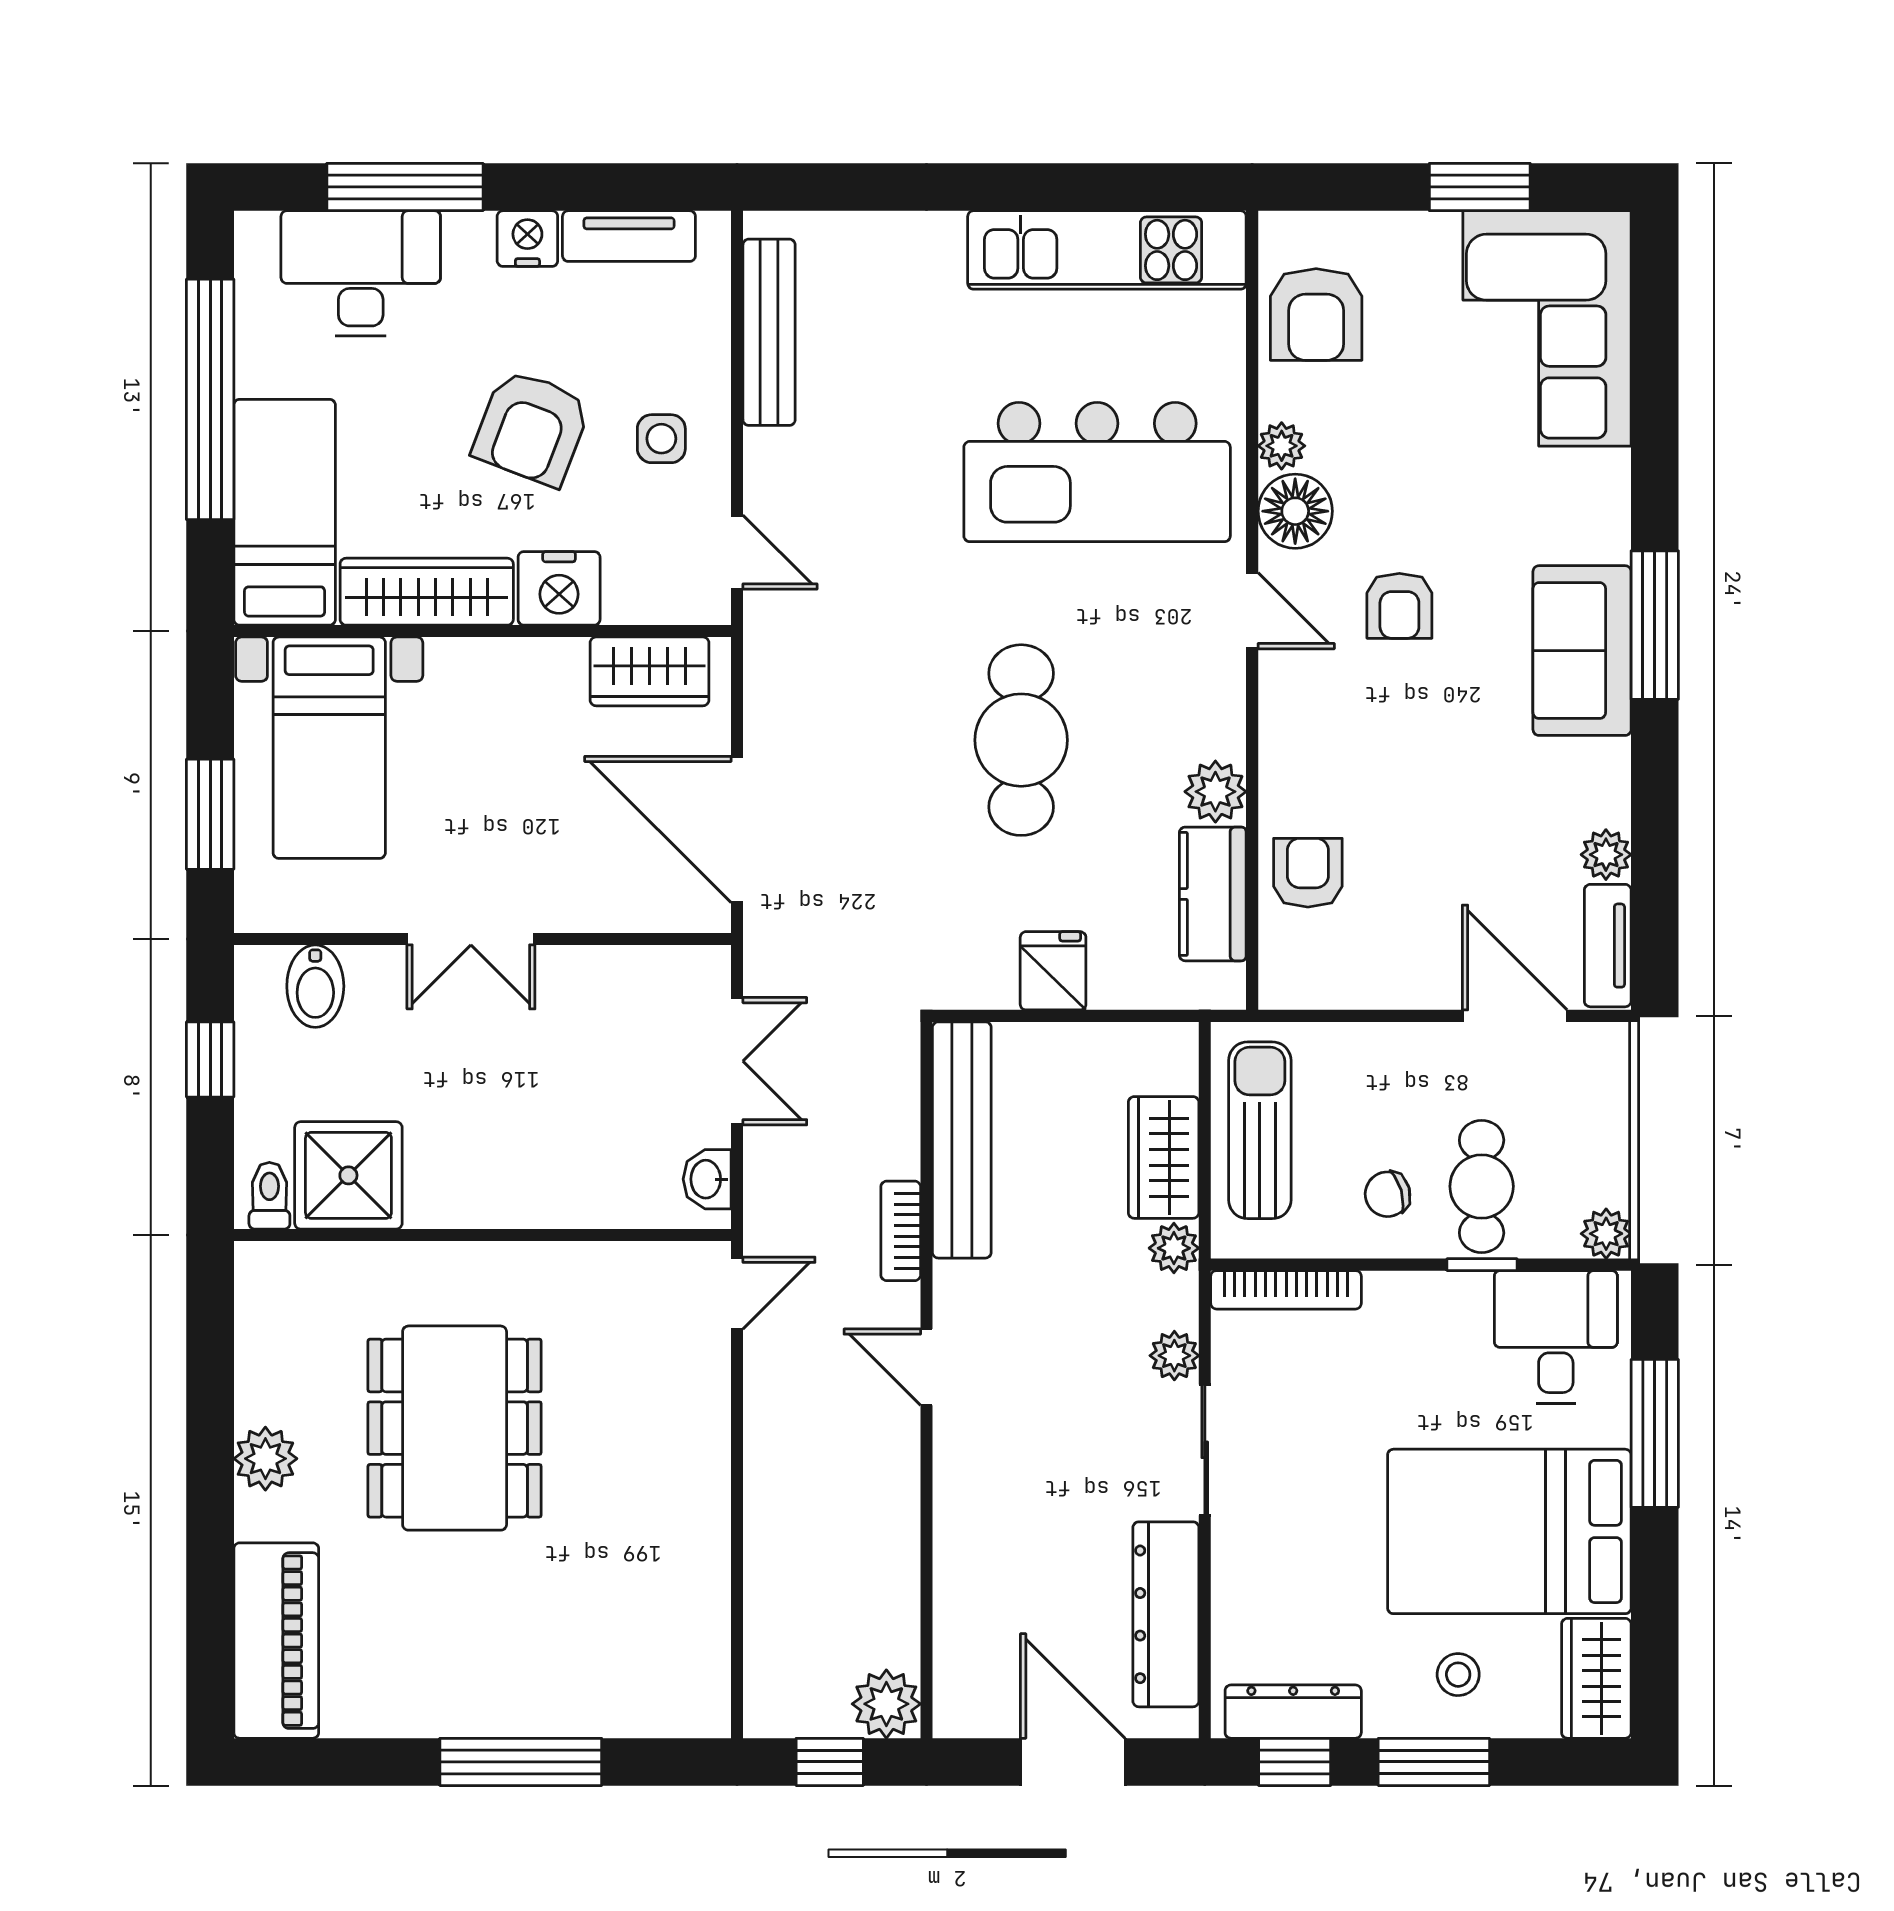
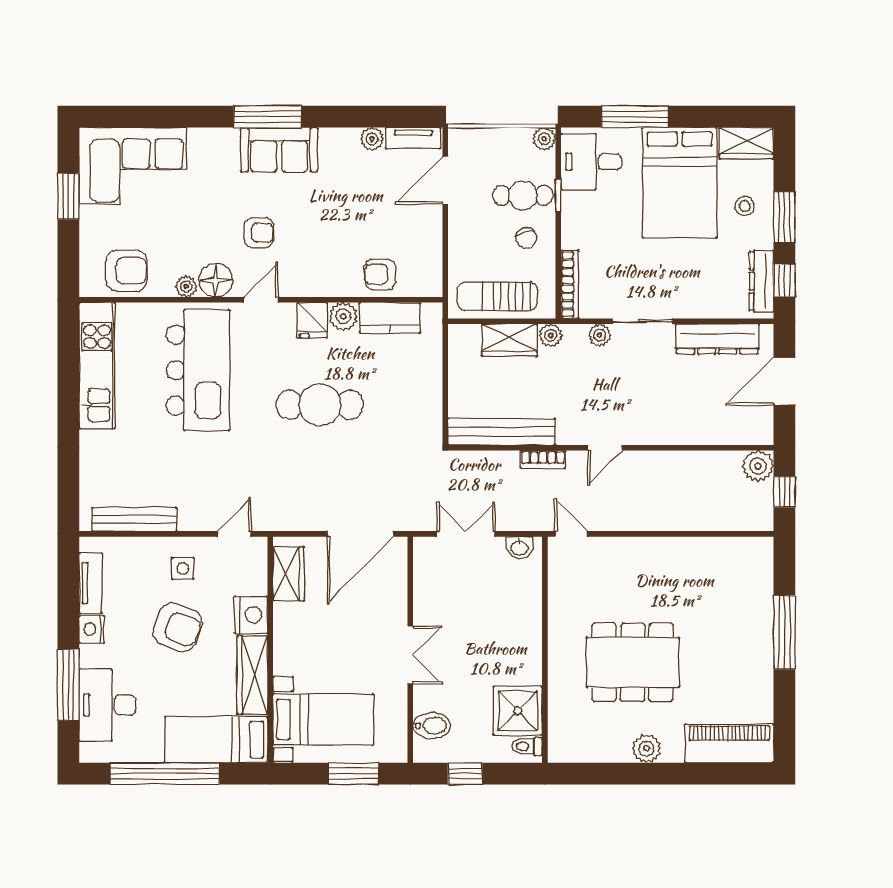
fridge: (1053, 971) -> (312, 320), moved, turned -90

